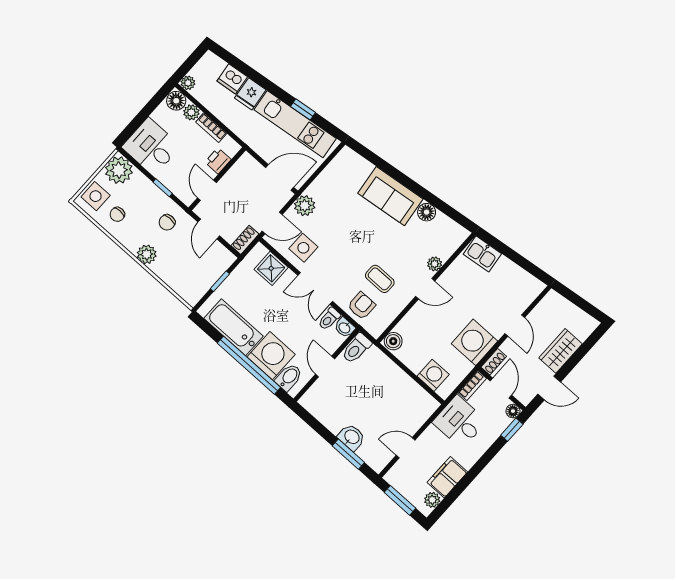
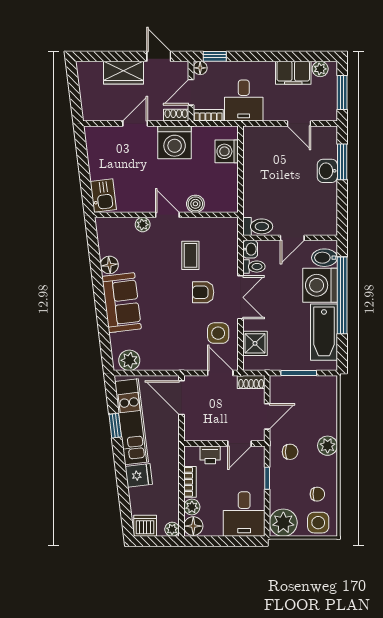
dishwasher: (232, 79) -> (145, 526), moved, turned -83
plant: (305, 206) -> (129, 360), moved
window: (220, 281) -> (299, 373), width x1.50
armchair: (362, 306) -> (203, 292), moved
boiler: (393, 341) -> (195, 204), moved

